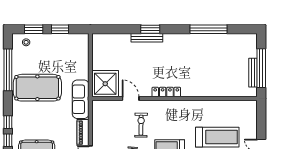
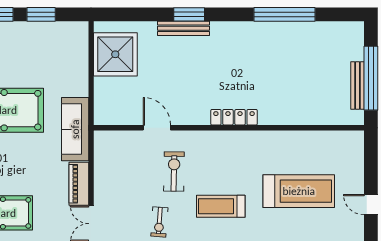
shower: (105, 84) -> (115, 54), moved
locker: (166, 92) -> (234, 117), moved

